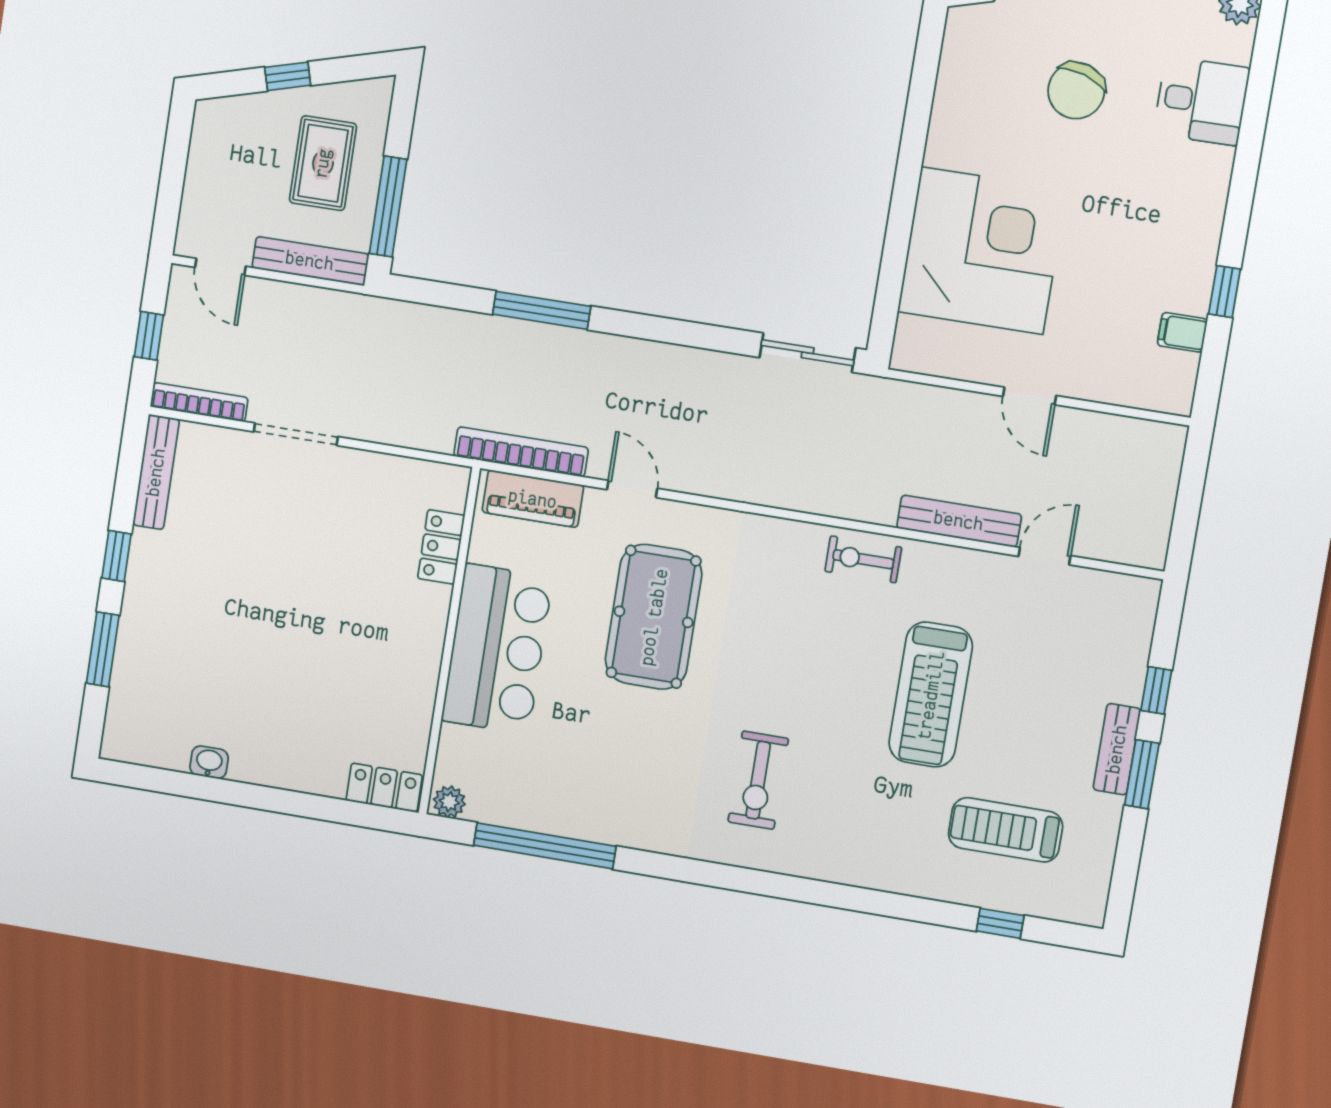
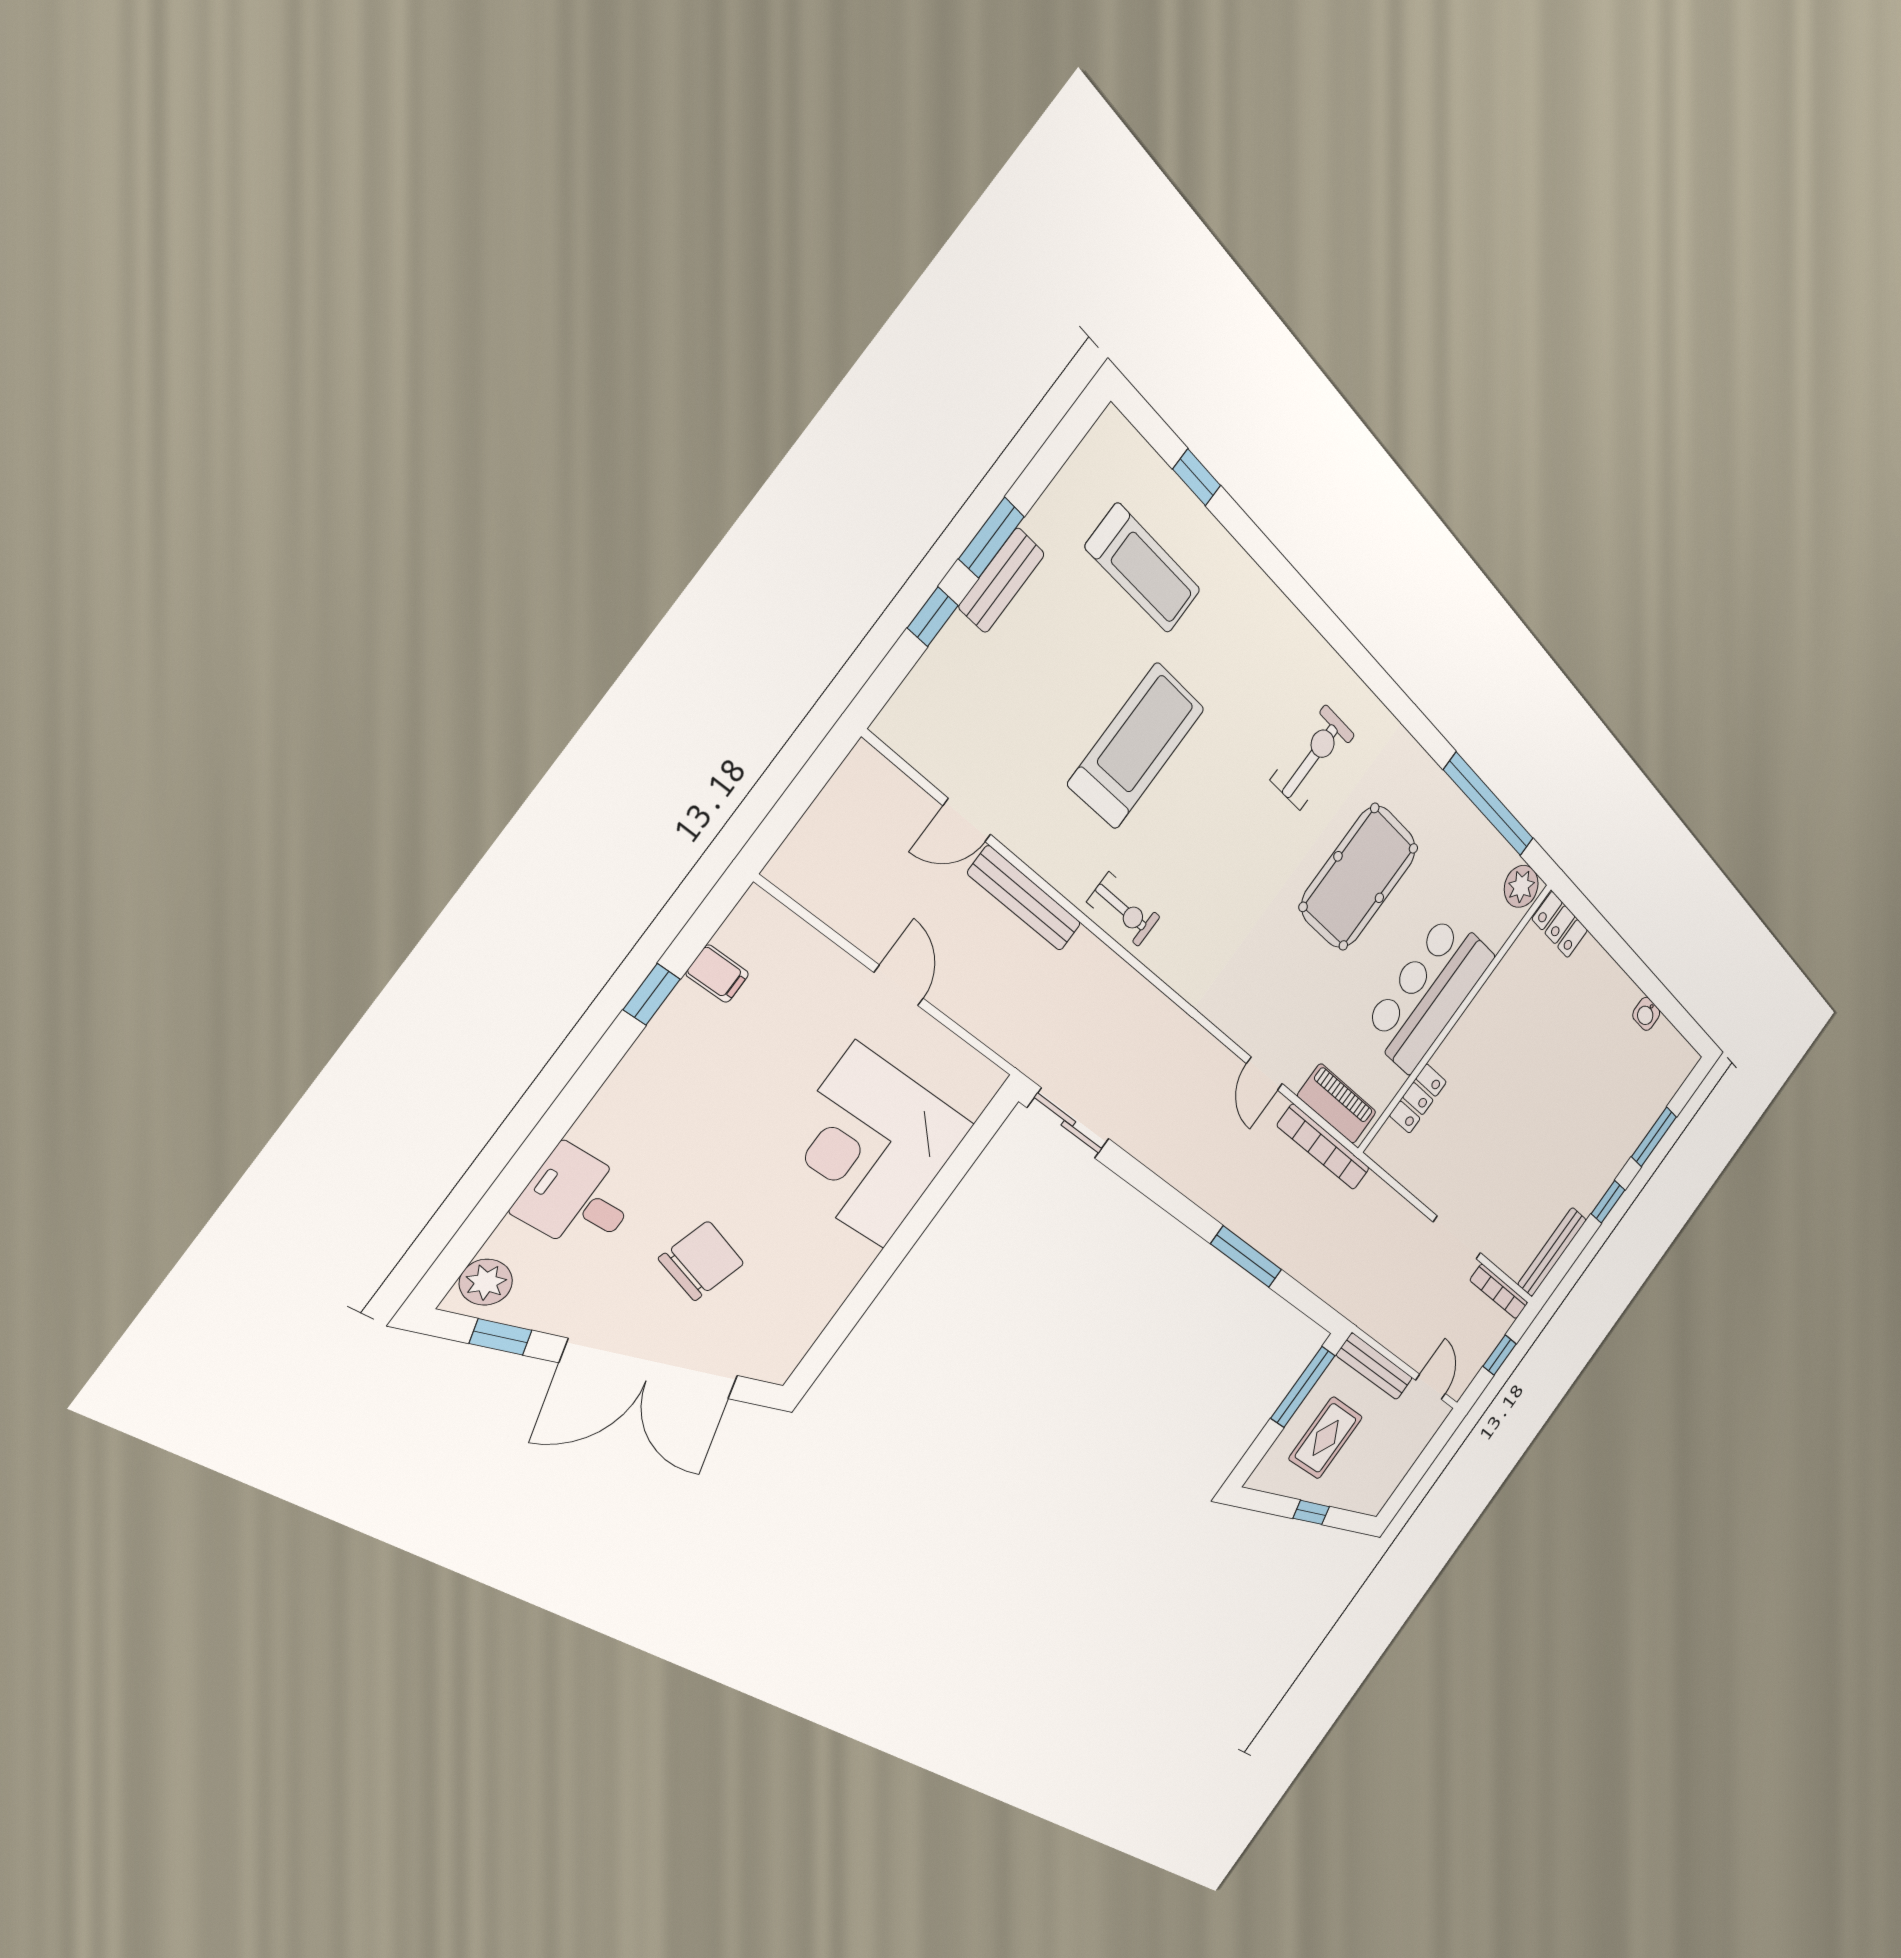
pool table: (654, 617) -> (1359, 877), moved
plant: (449, 802) -> (1521, 886), width x1.38, depth x1.38

